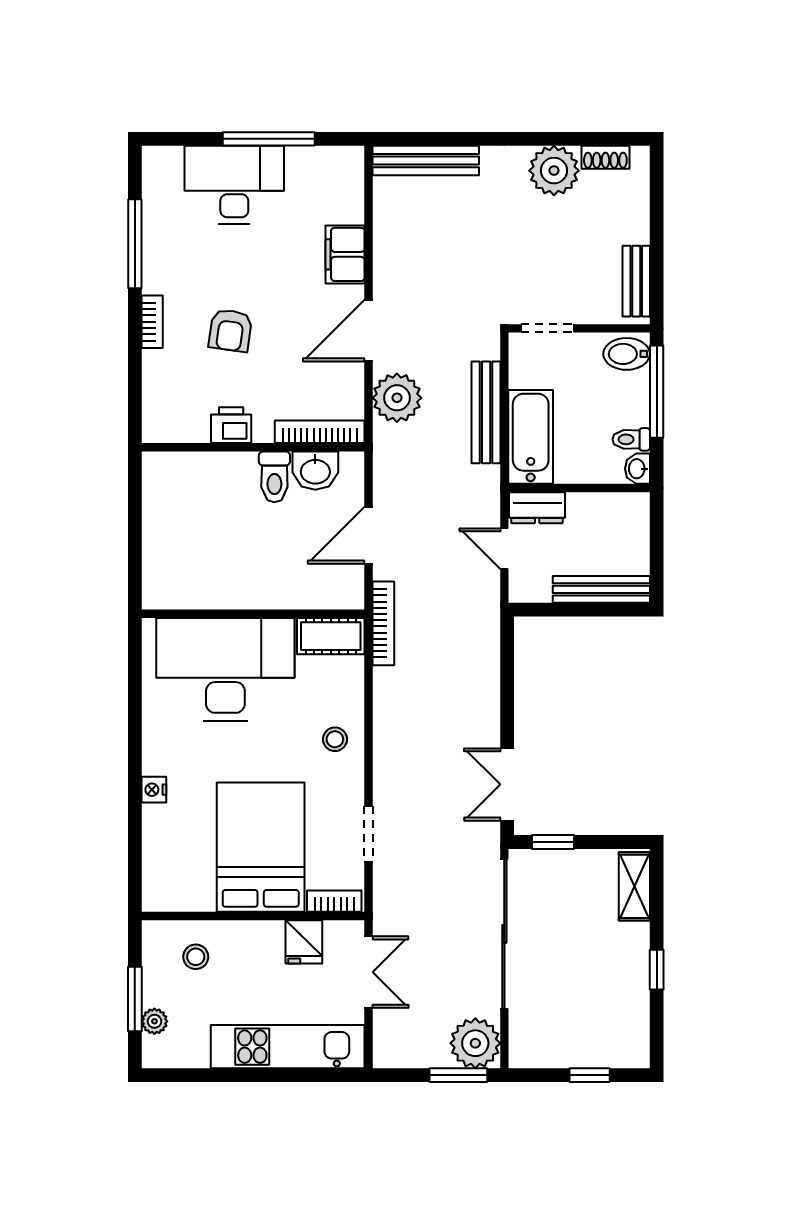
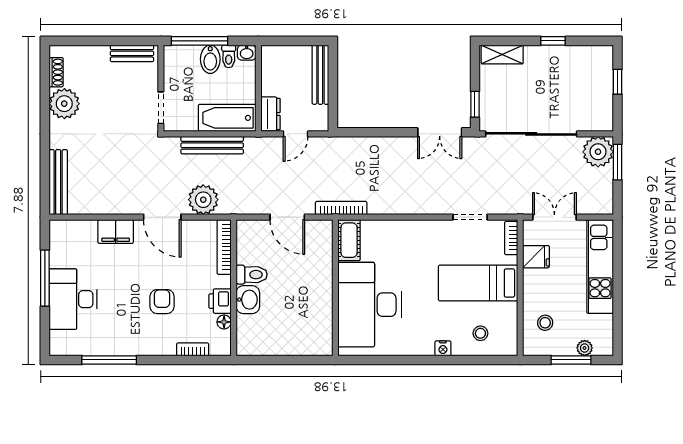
bookcase: (152, 322) -> (193, 349), moved
armchair: (230, 330) -> (162, 302), turned -98
bidet: (627, 354) -> (210, 59), moved
floor lamp: (197, 432) -> (224, 322), added
washbasin: (315, 471) -> (248, 300), moved
stool: (335, 739) -> (480, 333), moved
bed: (261, 847) -> (478, 283), width x0.67

